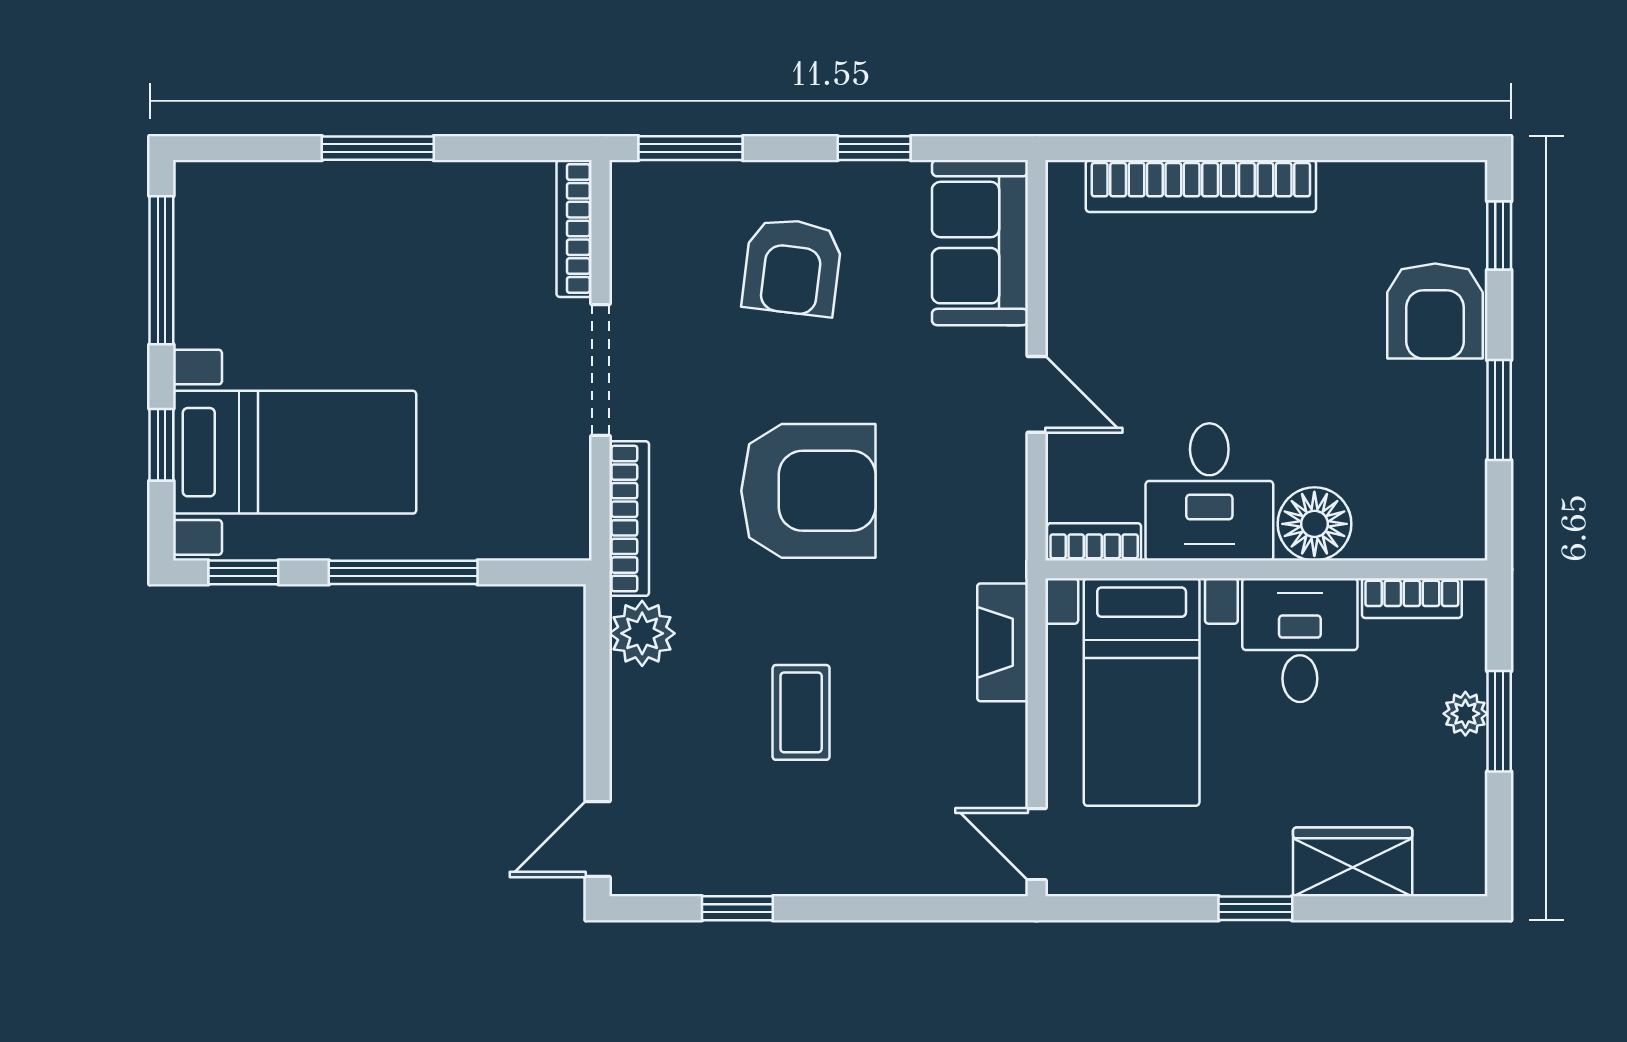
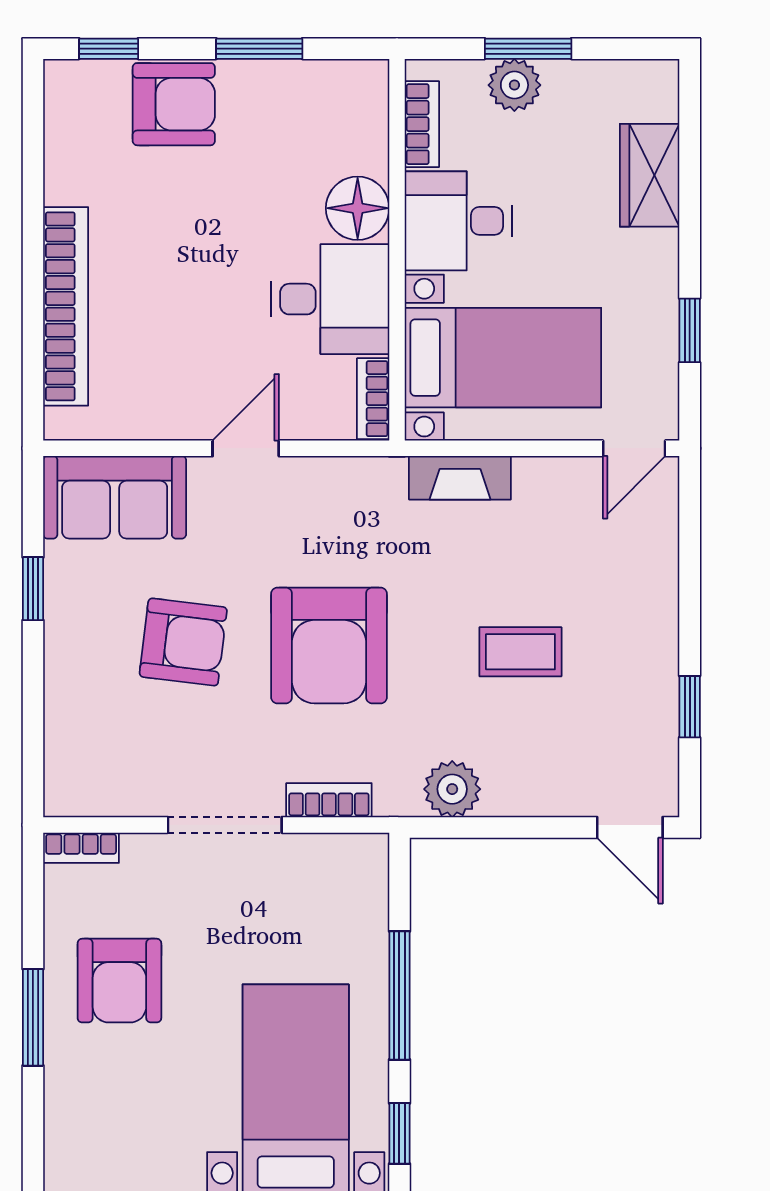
window: (691, 148) -> (33, 747), removed
bookcase: (574, 228) -> (81, 848), width x0.64
armchair: (420, 248) -> (119, 981), added
armchair: (792, 267) -> (183, 642), moved
armchair: (808, 491) -> (329, 645), turned 180
bookcase: (629, 519) -> (329, 800), width x0.64
plant: (1465, 714) -> (514, 85), width x1.38, depth x1.38
window: (1255, 908) -> (690, 330), moved

